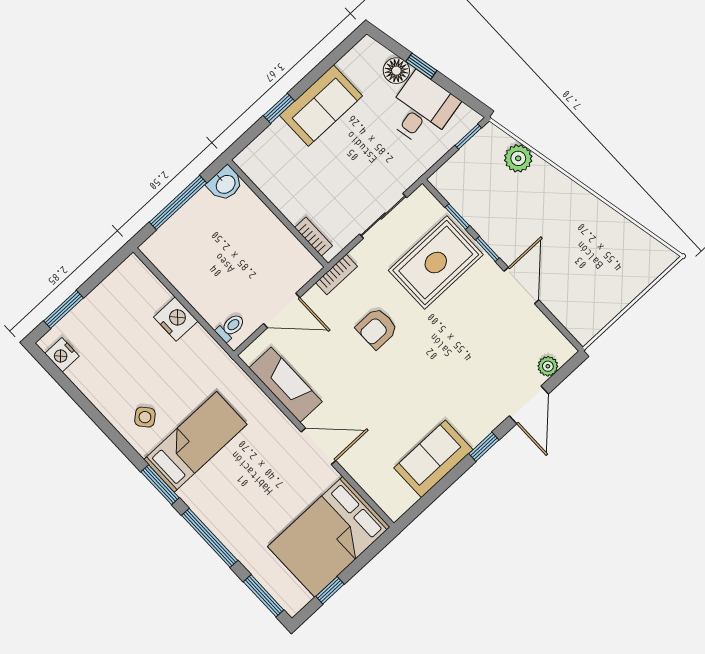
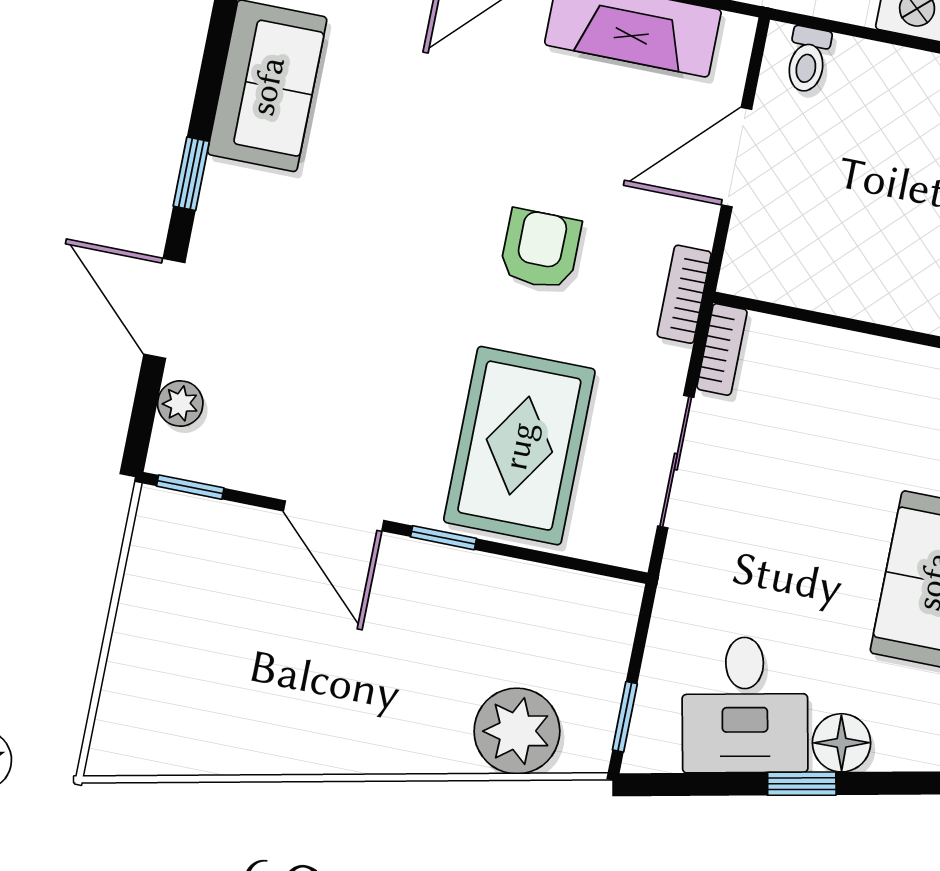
plant: (518, 158) -> (517, 731), width x1.36, depth x1.36
window: (457, 217) -> (190, 487), moved
bookcase: (314, 237) -> (722, 349), moved, turned -90

